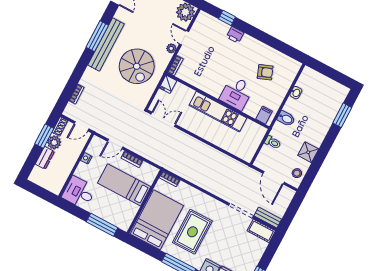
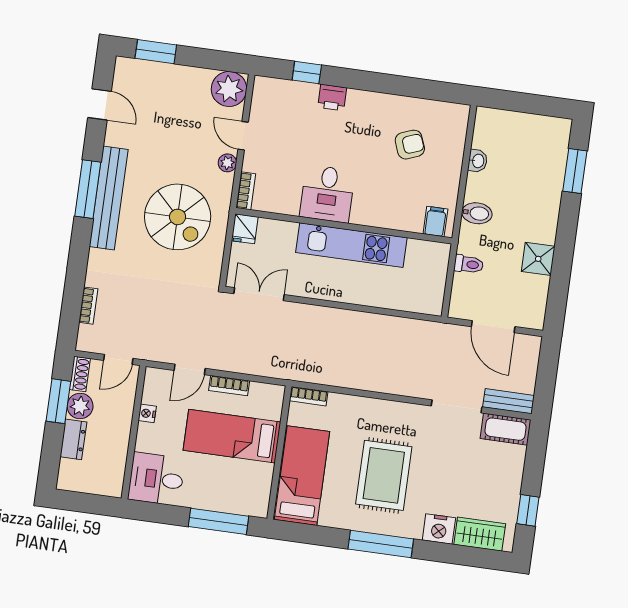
desk: (237, 93) -> (327, 194), moved
stool: (297, 173) -> (532, 303), removed
bed: (157, 220) -> (302, 476), width x0.67

